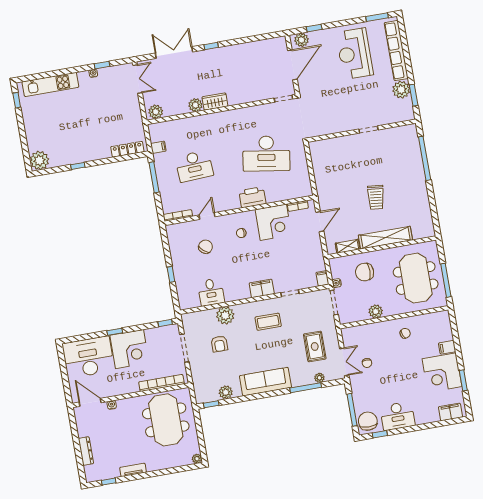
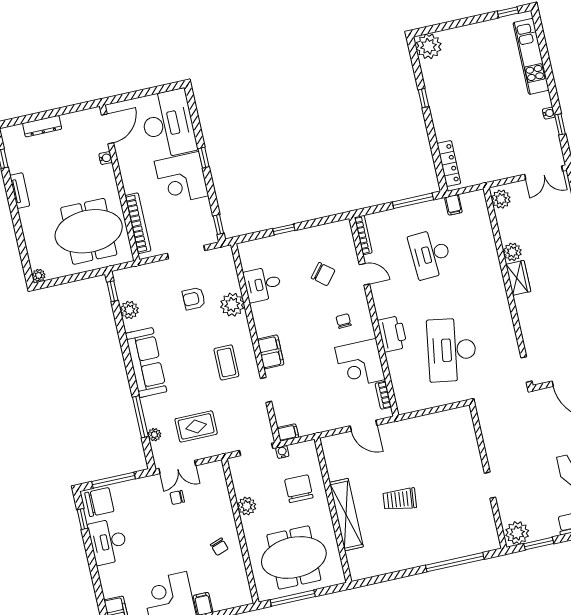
plant: (401, 90) -> (517, 533), moved
shelving: (348, 246) -> (332, 464), removed

